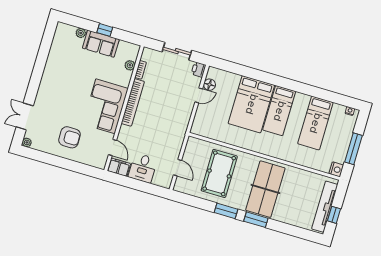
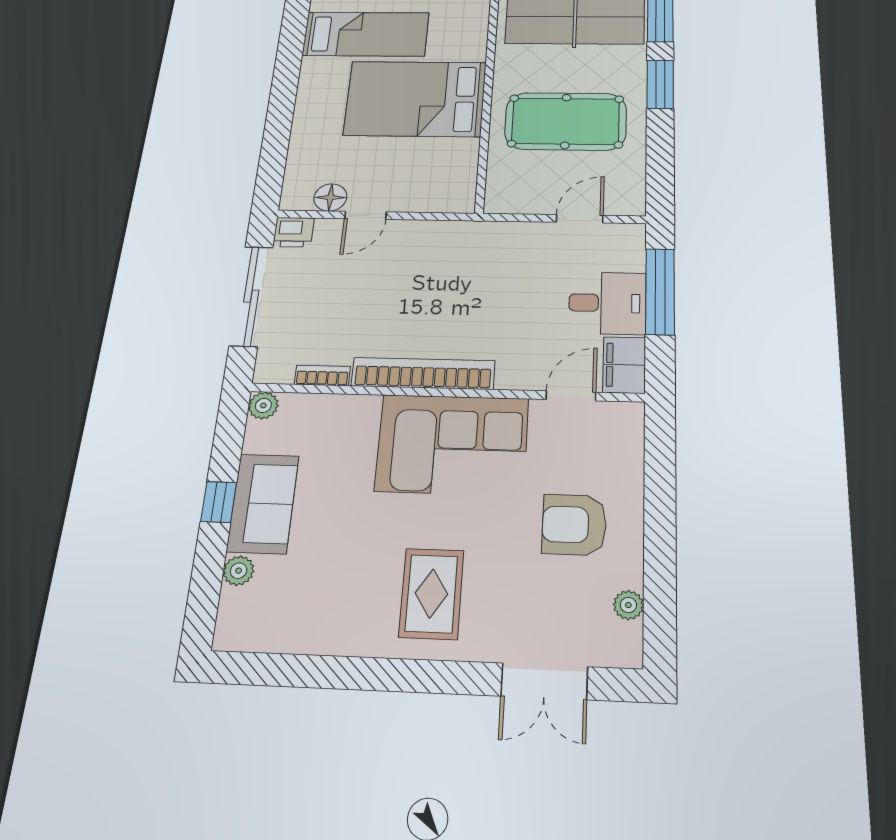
sliding door: (177, 51) -> (251, 296), width x1.37
plant: (130, 65) -> (263, 406), moved
rug: (59, 90) -> (431, 594), added
door: (199, 95) -> (366, 215), swing flipped
bed: (251, 104) -> (415, 99), moved, turned 180
armchair: (69, 137) -> (574, 525), turned -90
plant: (27, 142) -> (628, 605), moved
window: (142, 186) -> (660, 291), added

